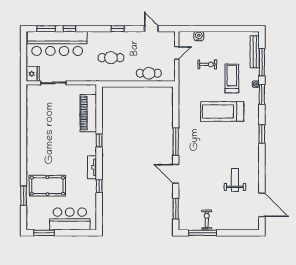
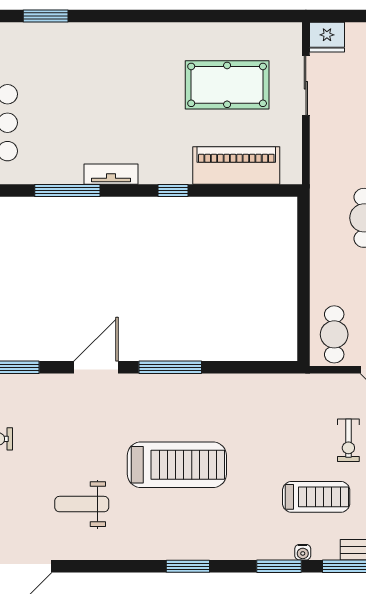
cafe table: (149, 73) -> (334, 334), moved
treadmill: (222, 111) -> (177, 465), moved, turned 90
weight bench: (235, 180) -> (82, 504), turned 180
pool table: (47, 186) -> (227, 85), moved, turned 90
window: (99, 186) -> (67, 190), width x2.17

